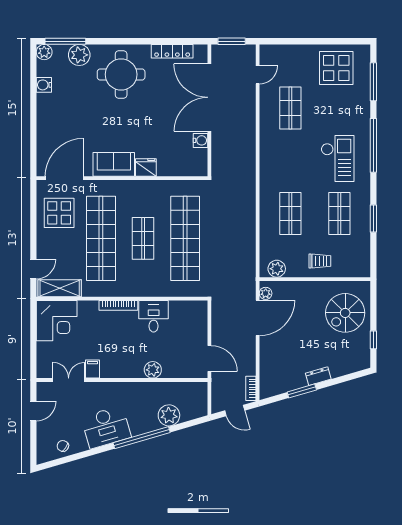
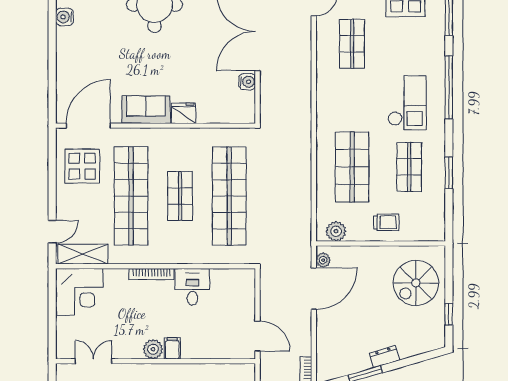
shop shelf: (290, 214) -> (352, 167), width x1.43, depth x1.36
filing cabinet: (93, 369) -> (172, 348), moved
plant: (153, 370) -> (153, 349), moved

